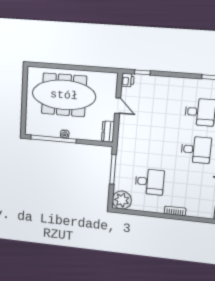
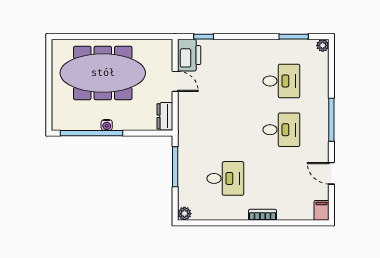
printer: (128, 80) -> (189, 55), width x1.87, depth x1.48
plant: (122, 200) -> (184, 214), width x0.53, depth x0.53

